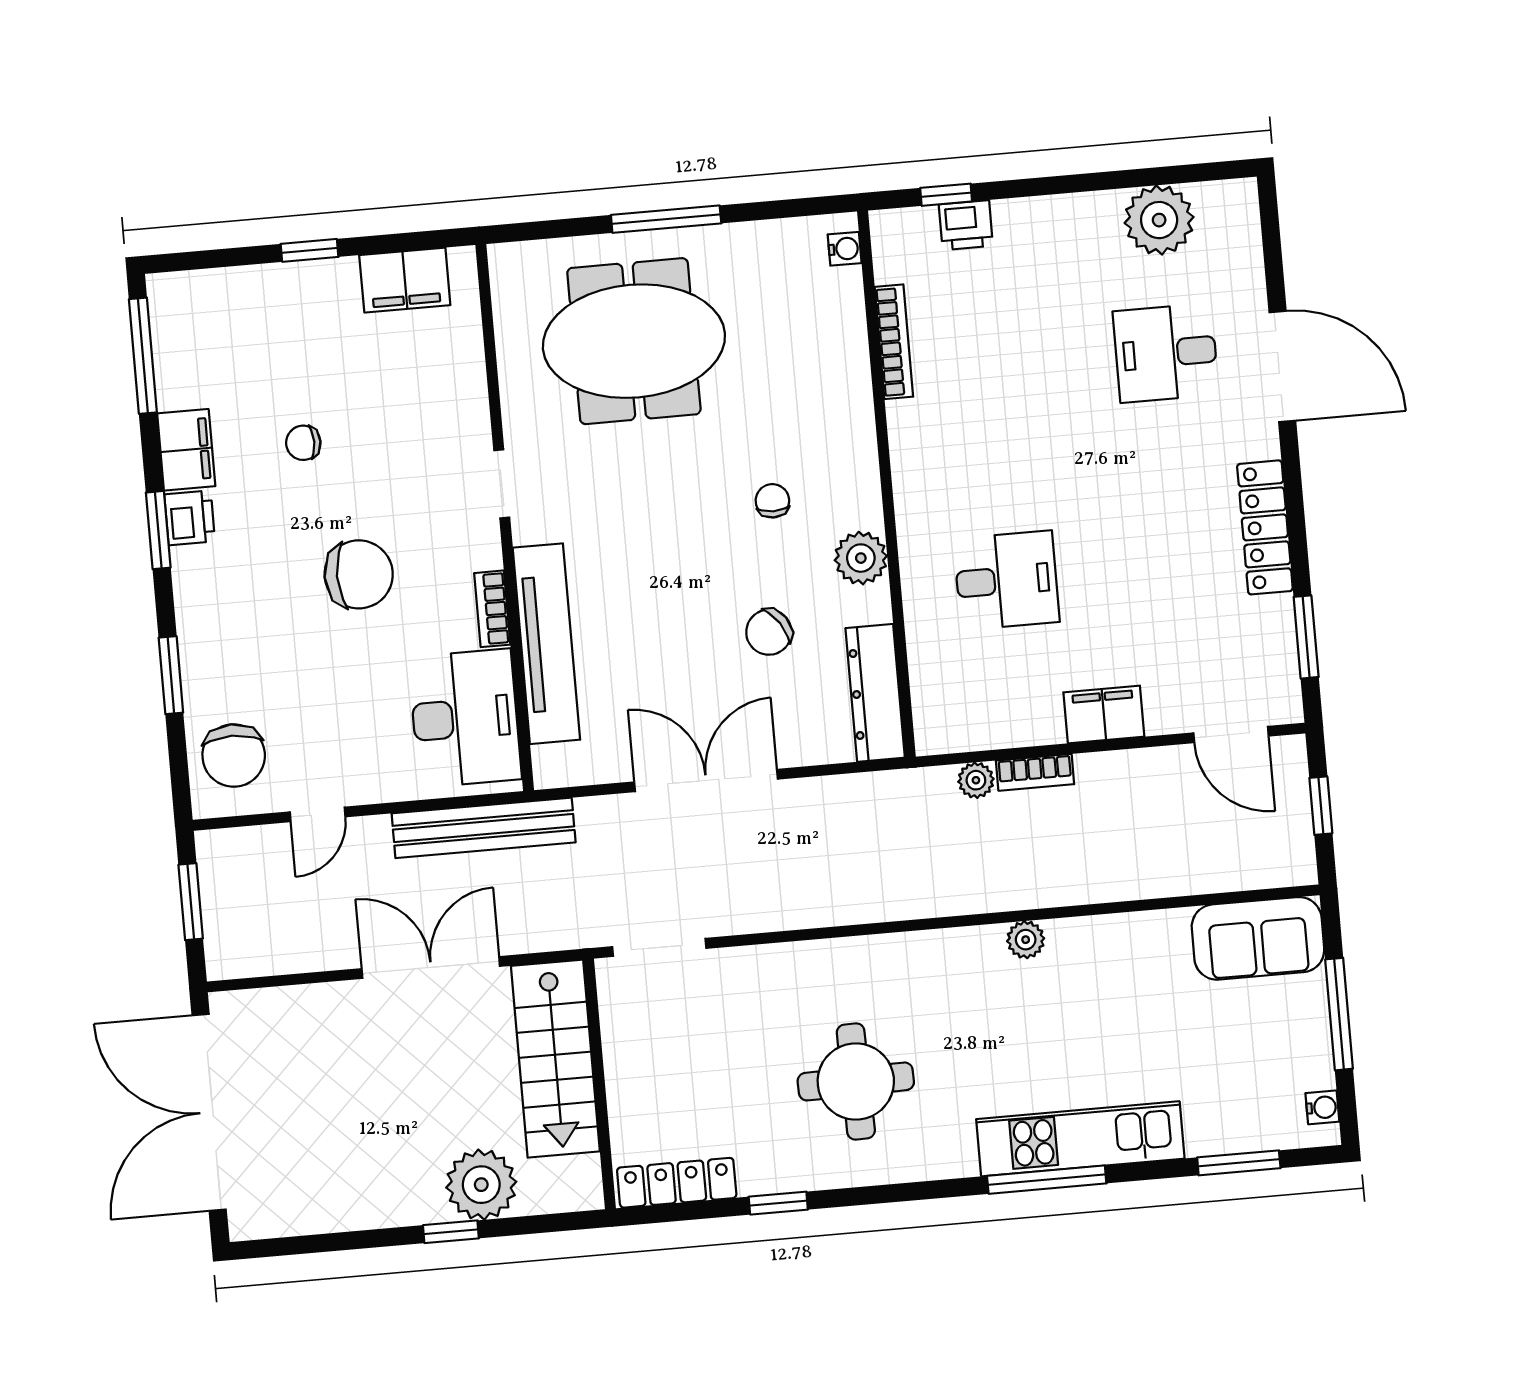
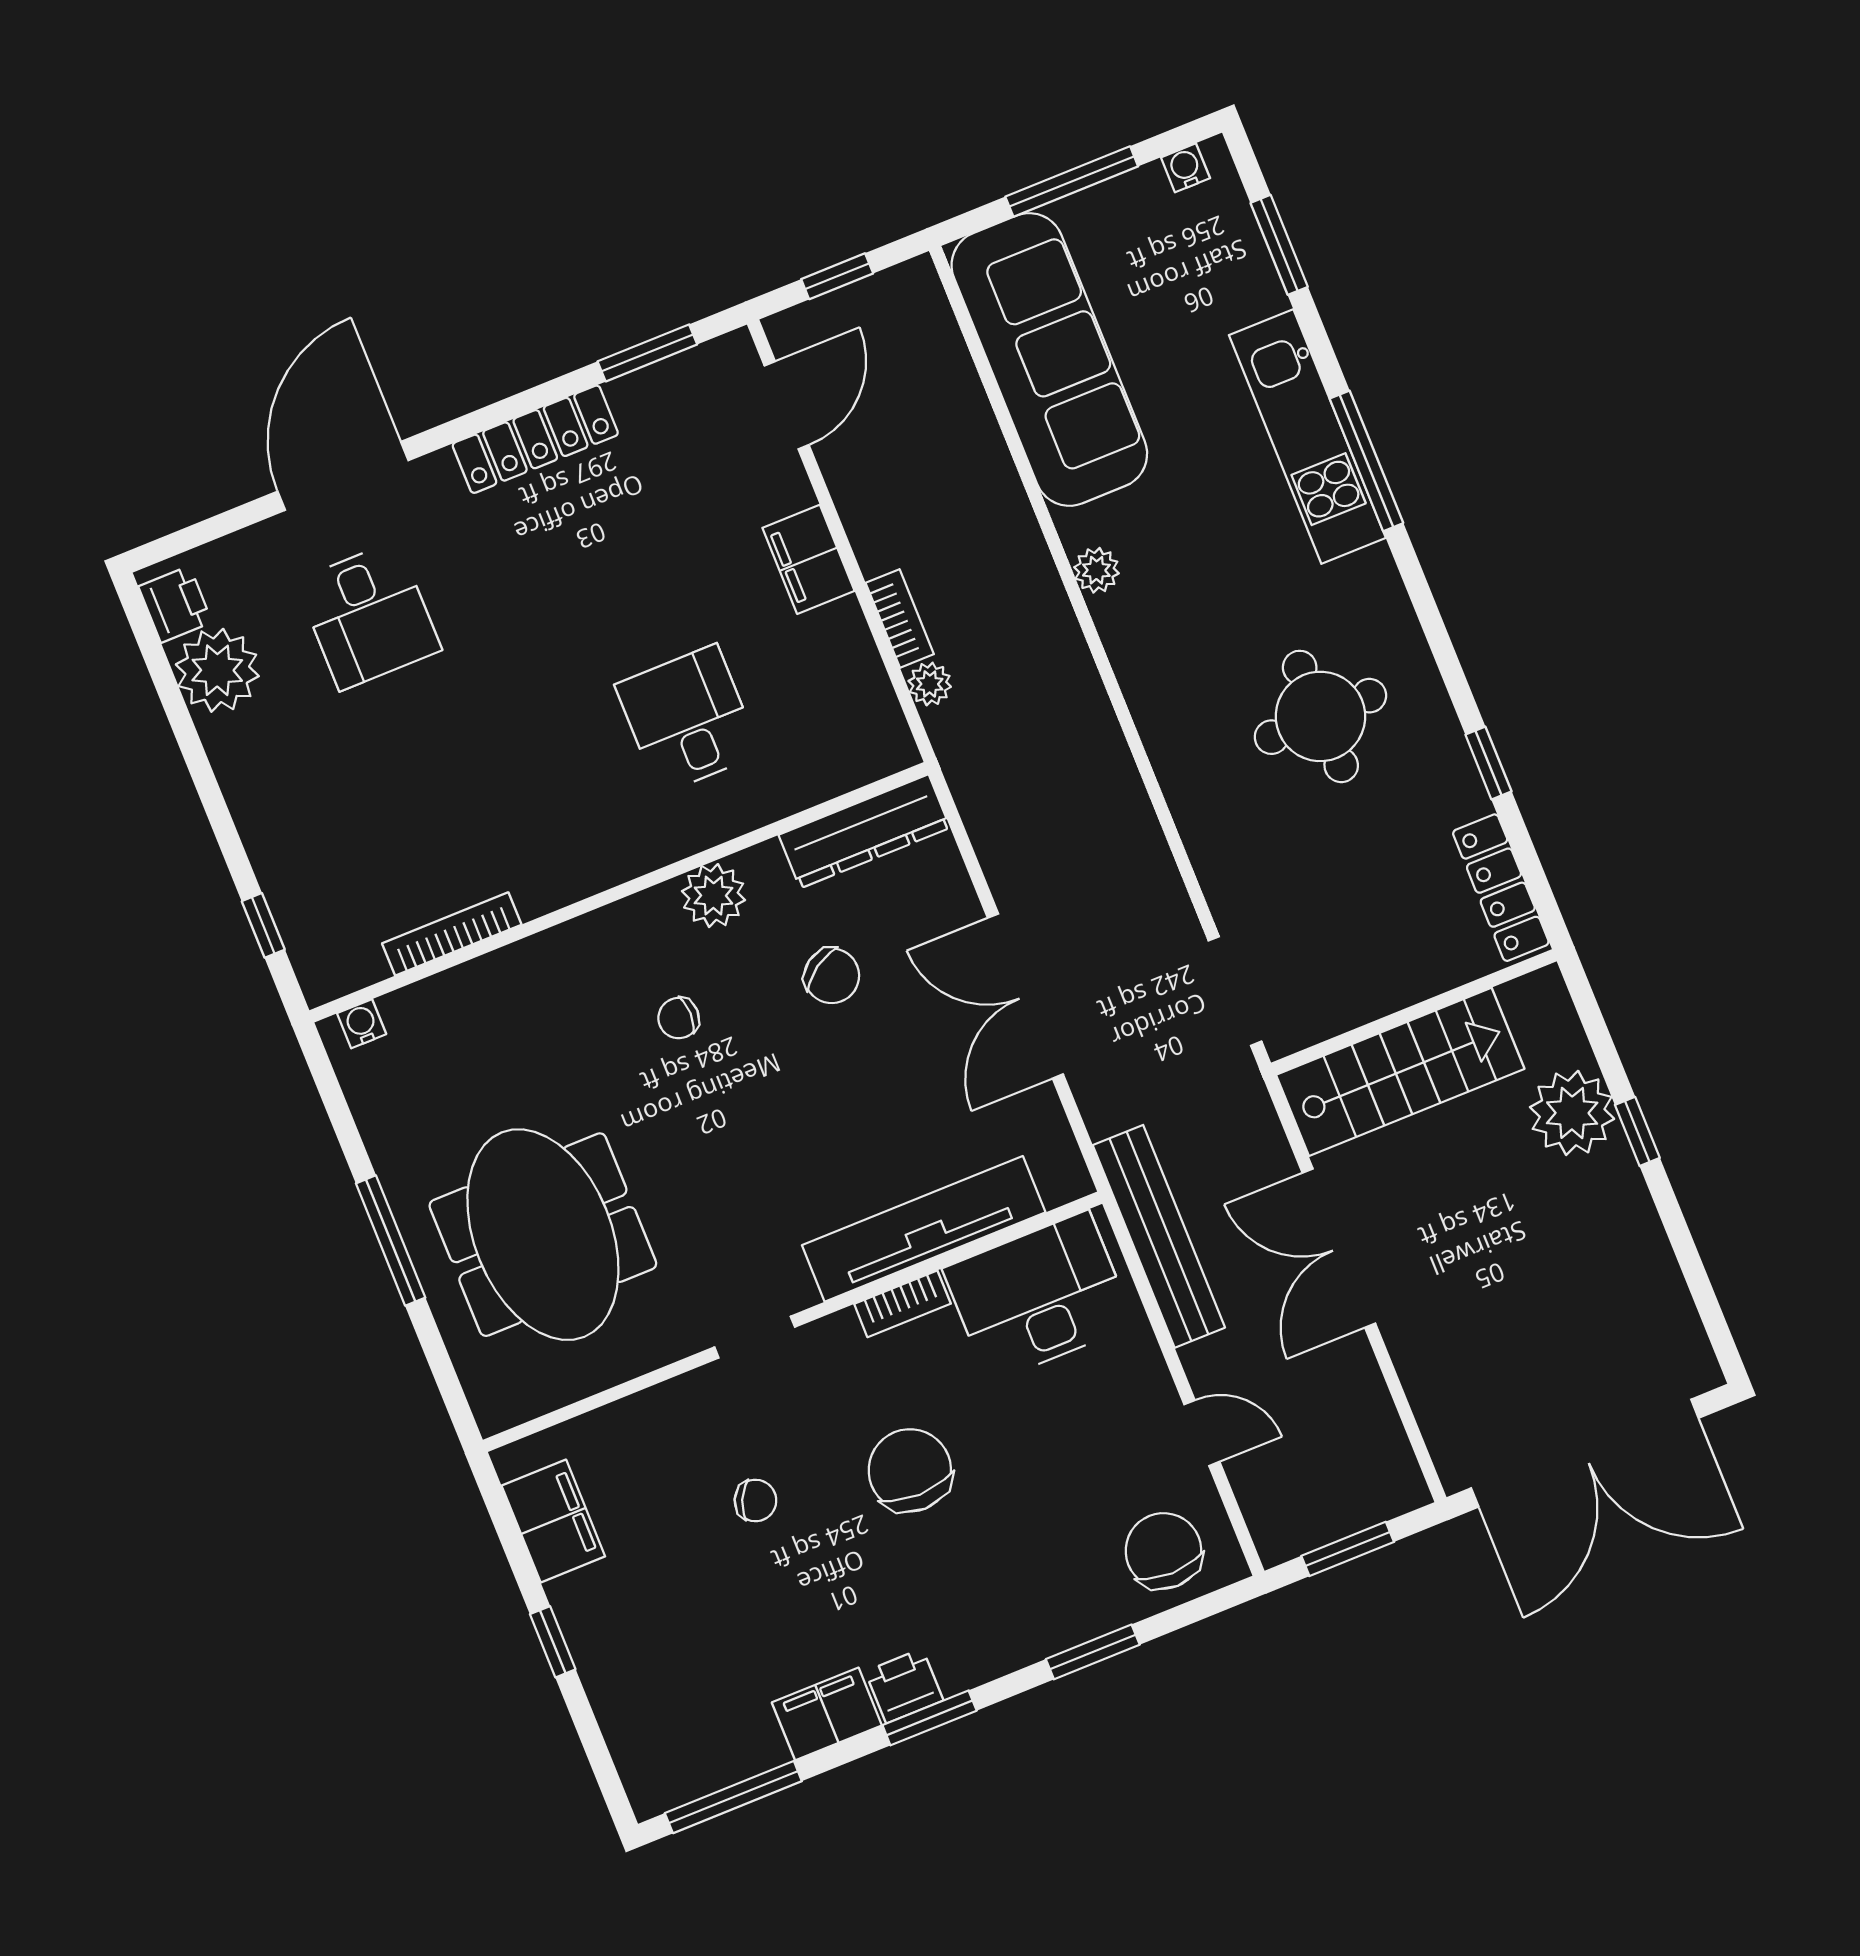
printer: (966, 225) -> (175, 604), moved
chair: (303, 443) -> (755, 1500), moved, turned -65
chair: (234, 756) -> (1163, 1551), turned -90
sofa: (1258, 938) -> (1049, 360), width x1.85, depth x1.27

